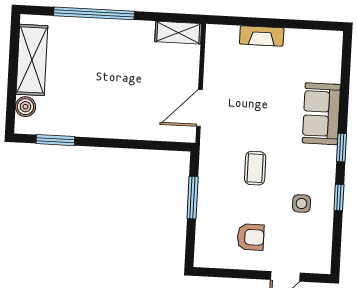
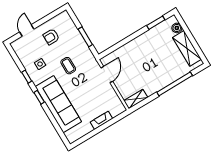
sofa: (321, 114) -> (58, 104), width x1.85, depth x1.27

